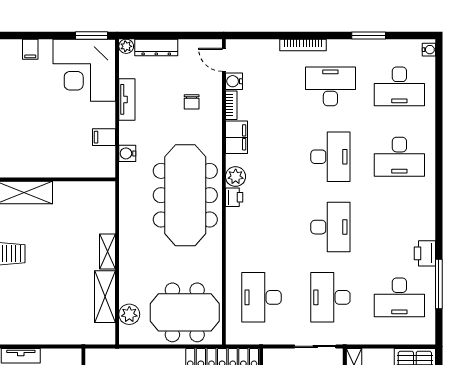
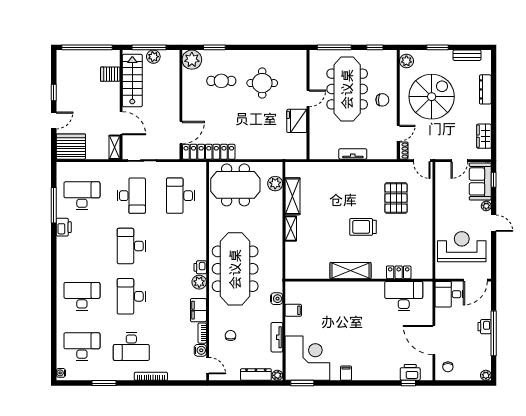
desk: (261, 297) -> (181, 196), turned 180

